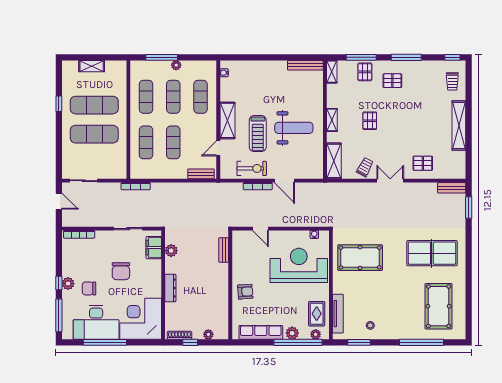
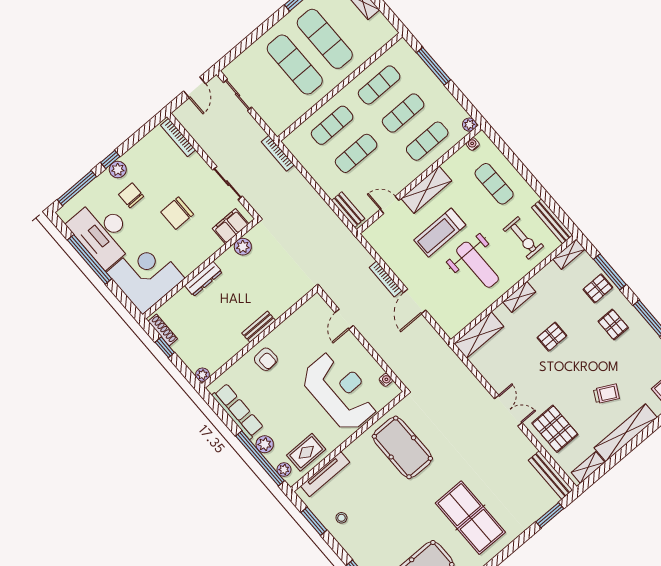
plant: (176, 65) -> (469, 125), moved
exercise mat: (257, 80) -> (494, 184), added
pallet: (423, 163) -> (555, 429), width x1.50, depth x1.42
shelving: (460, 163) -> (588, 467), added
trolley: (365, 167) -> (606, 394), moved
exercise bike: (252, 168) -> (523, 238), moved
bench: (452, 188) -> (551, 475), width x1.36
bench: (224, 250) -> (259, 327), moved
plant: (208, 334) -> (202, 375), moved

